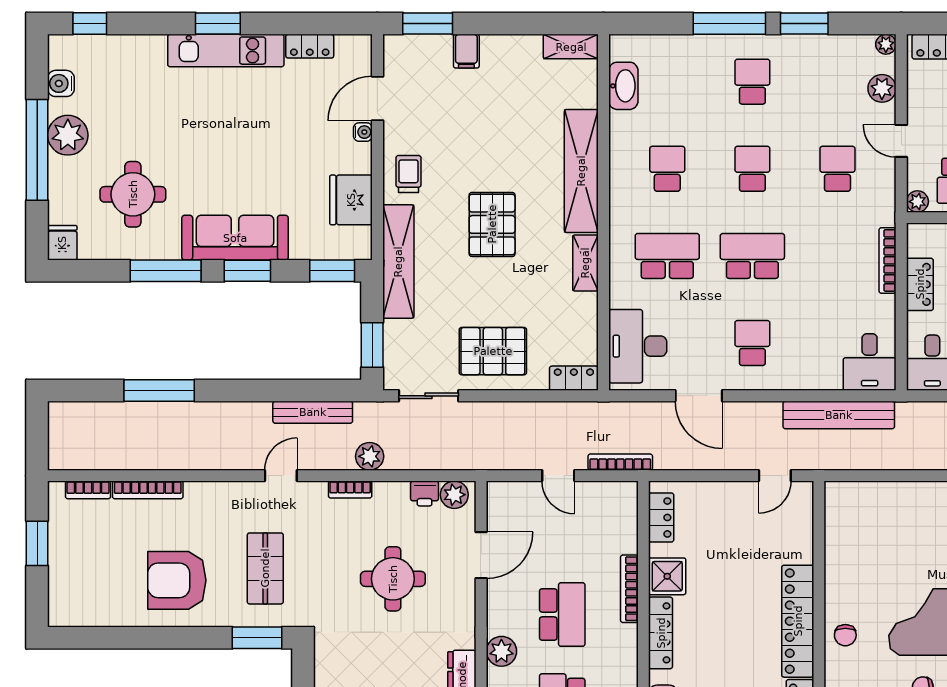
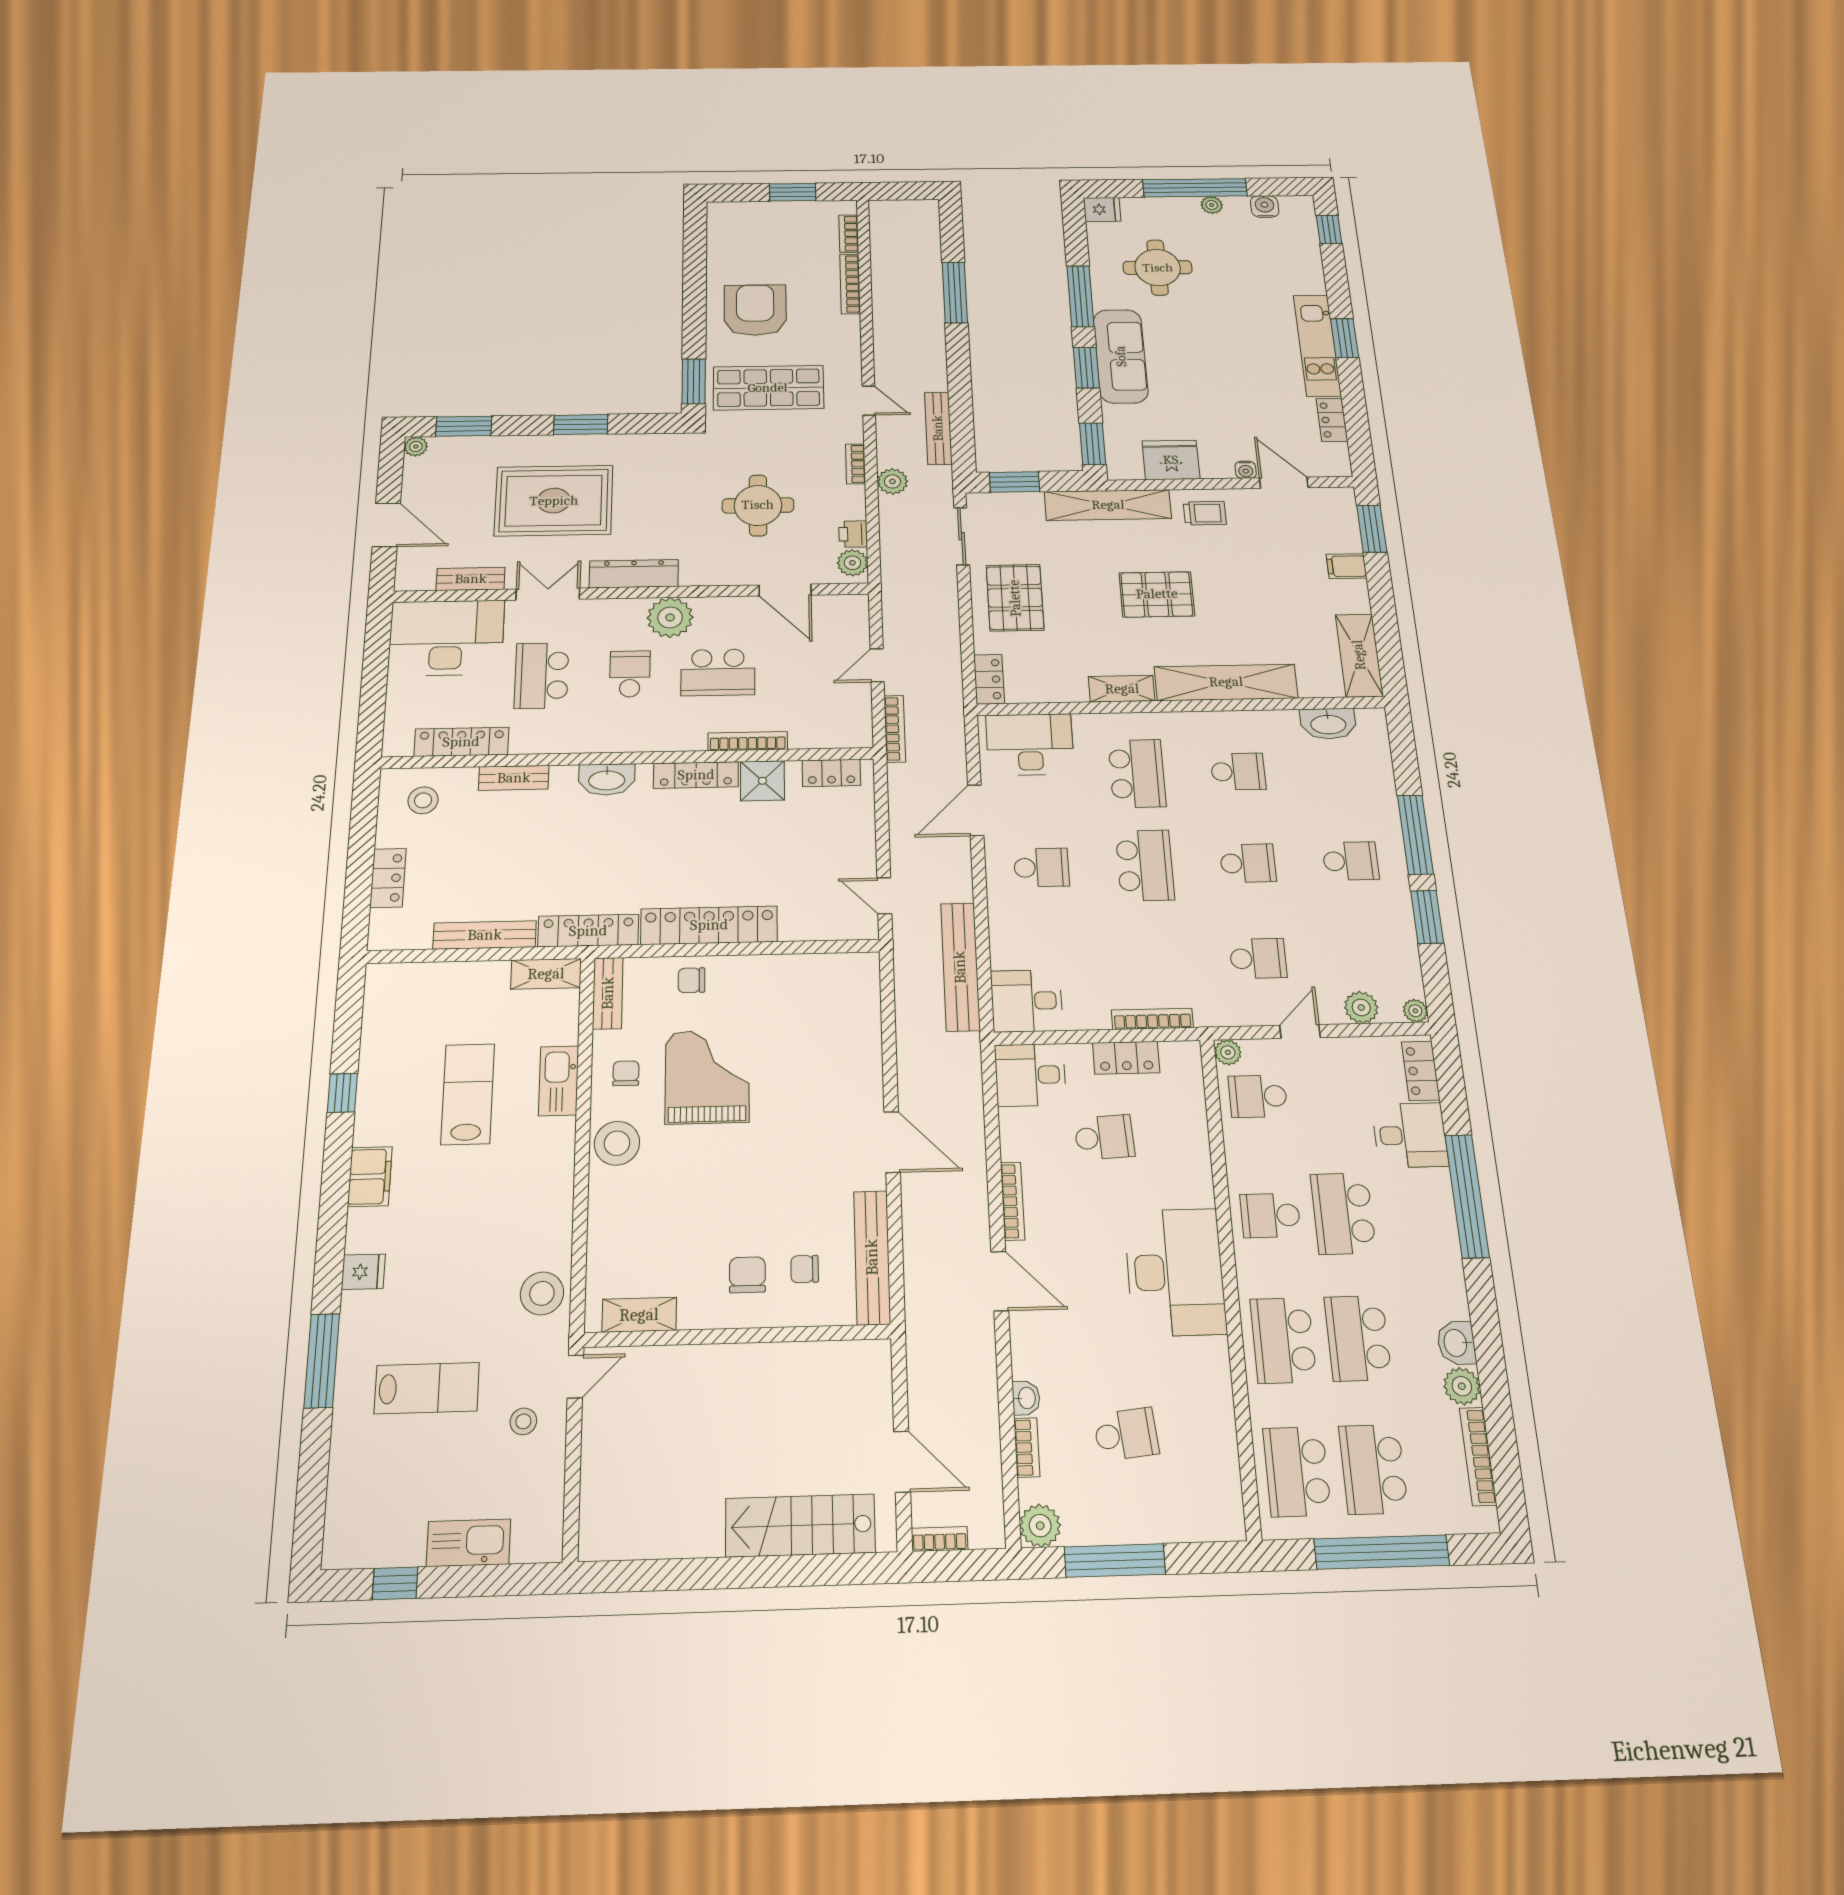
shelving: (571, 47) -> (1359, 655), width x1.50, depth x1.33
plant: (68, 135) -> (1212, 205), width x0.53, depth x0.53
shop shelf: (265, 568) -> (768, 388), width x1.43, depth x1.36
plant: (501, 651) -> (670, 617), width x1.36, depth x1.36

